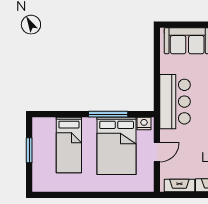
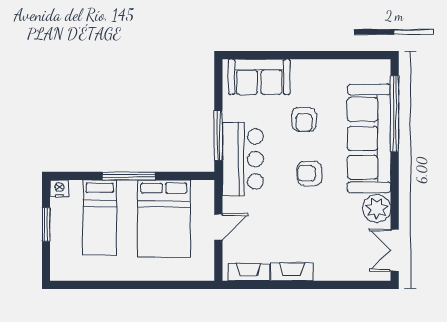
window: (157, 84) -> (218, 135), added
window: (108, 114) -> (129, 176), moved
nightstand: (144, 123) -> (59, 188), moved

